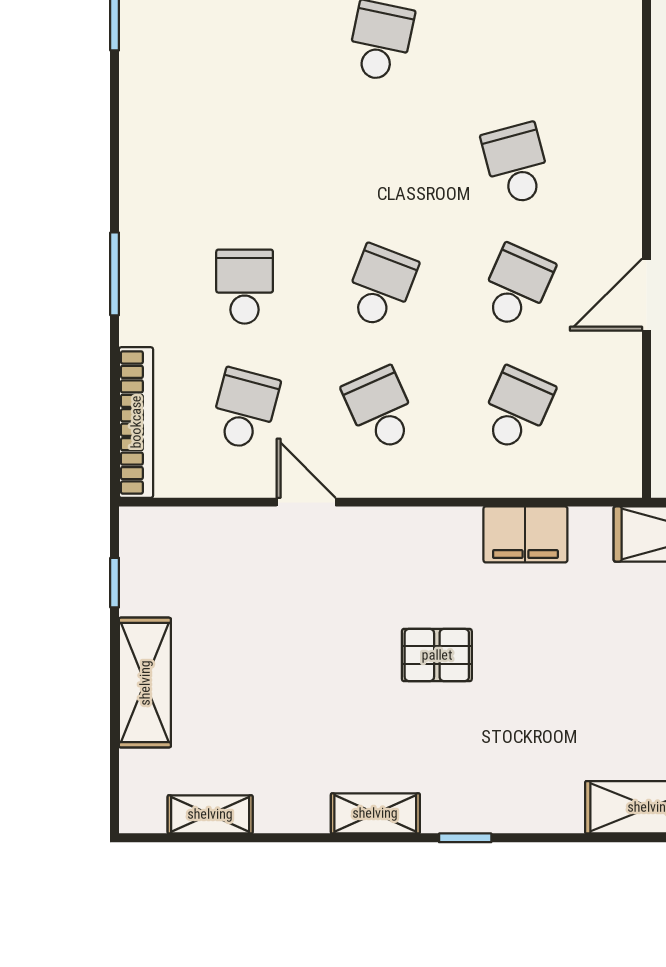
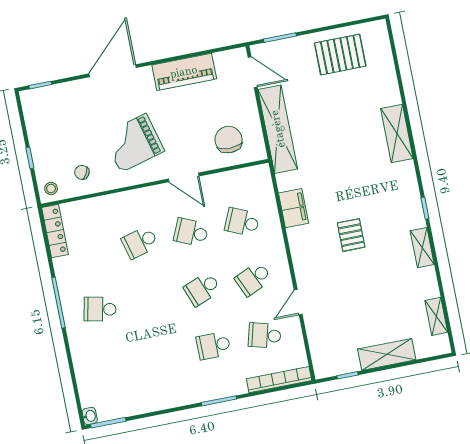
school desk: (380, 287) -> (202, 289), turned -42

